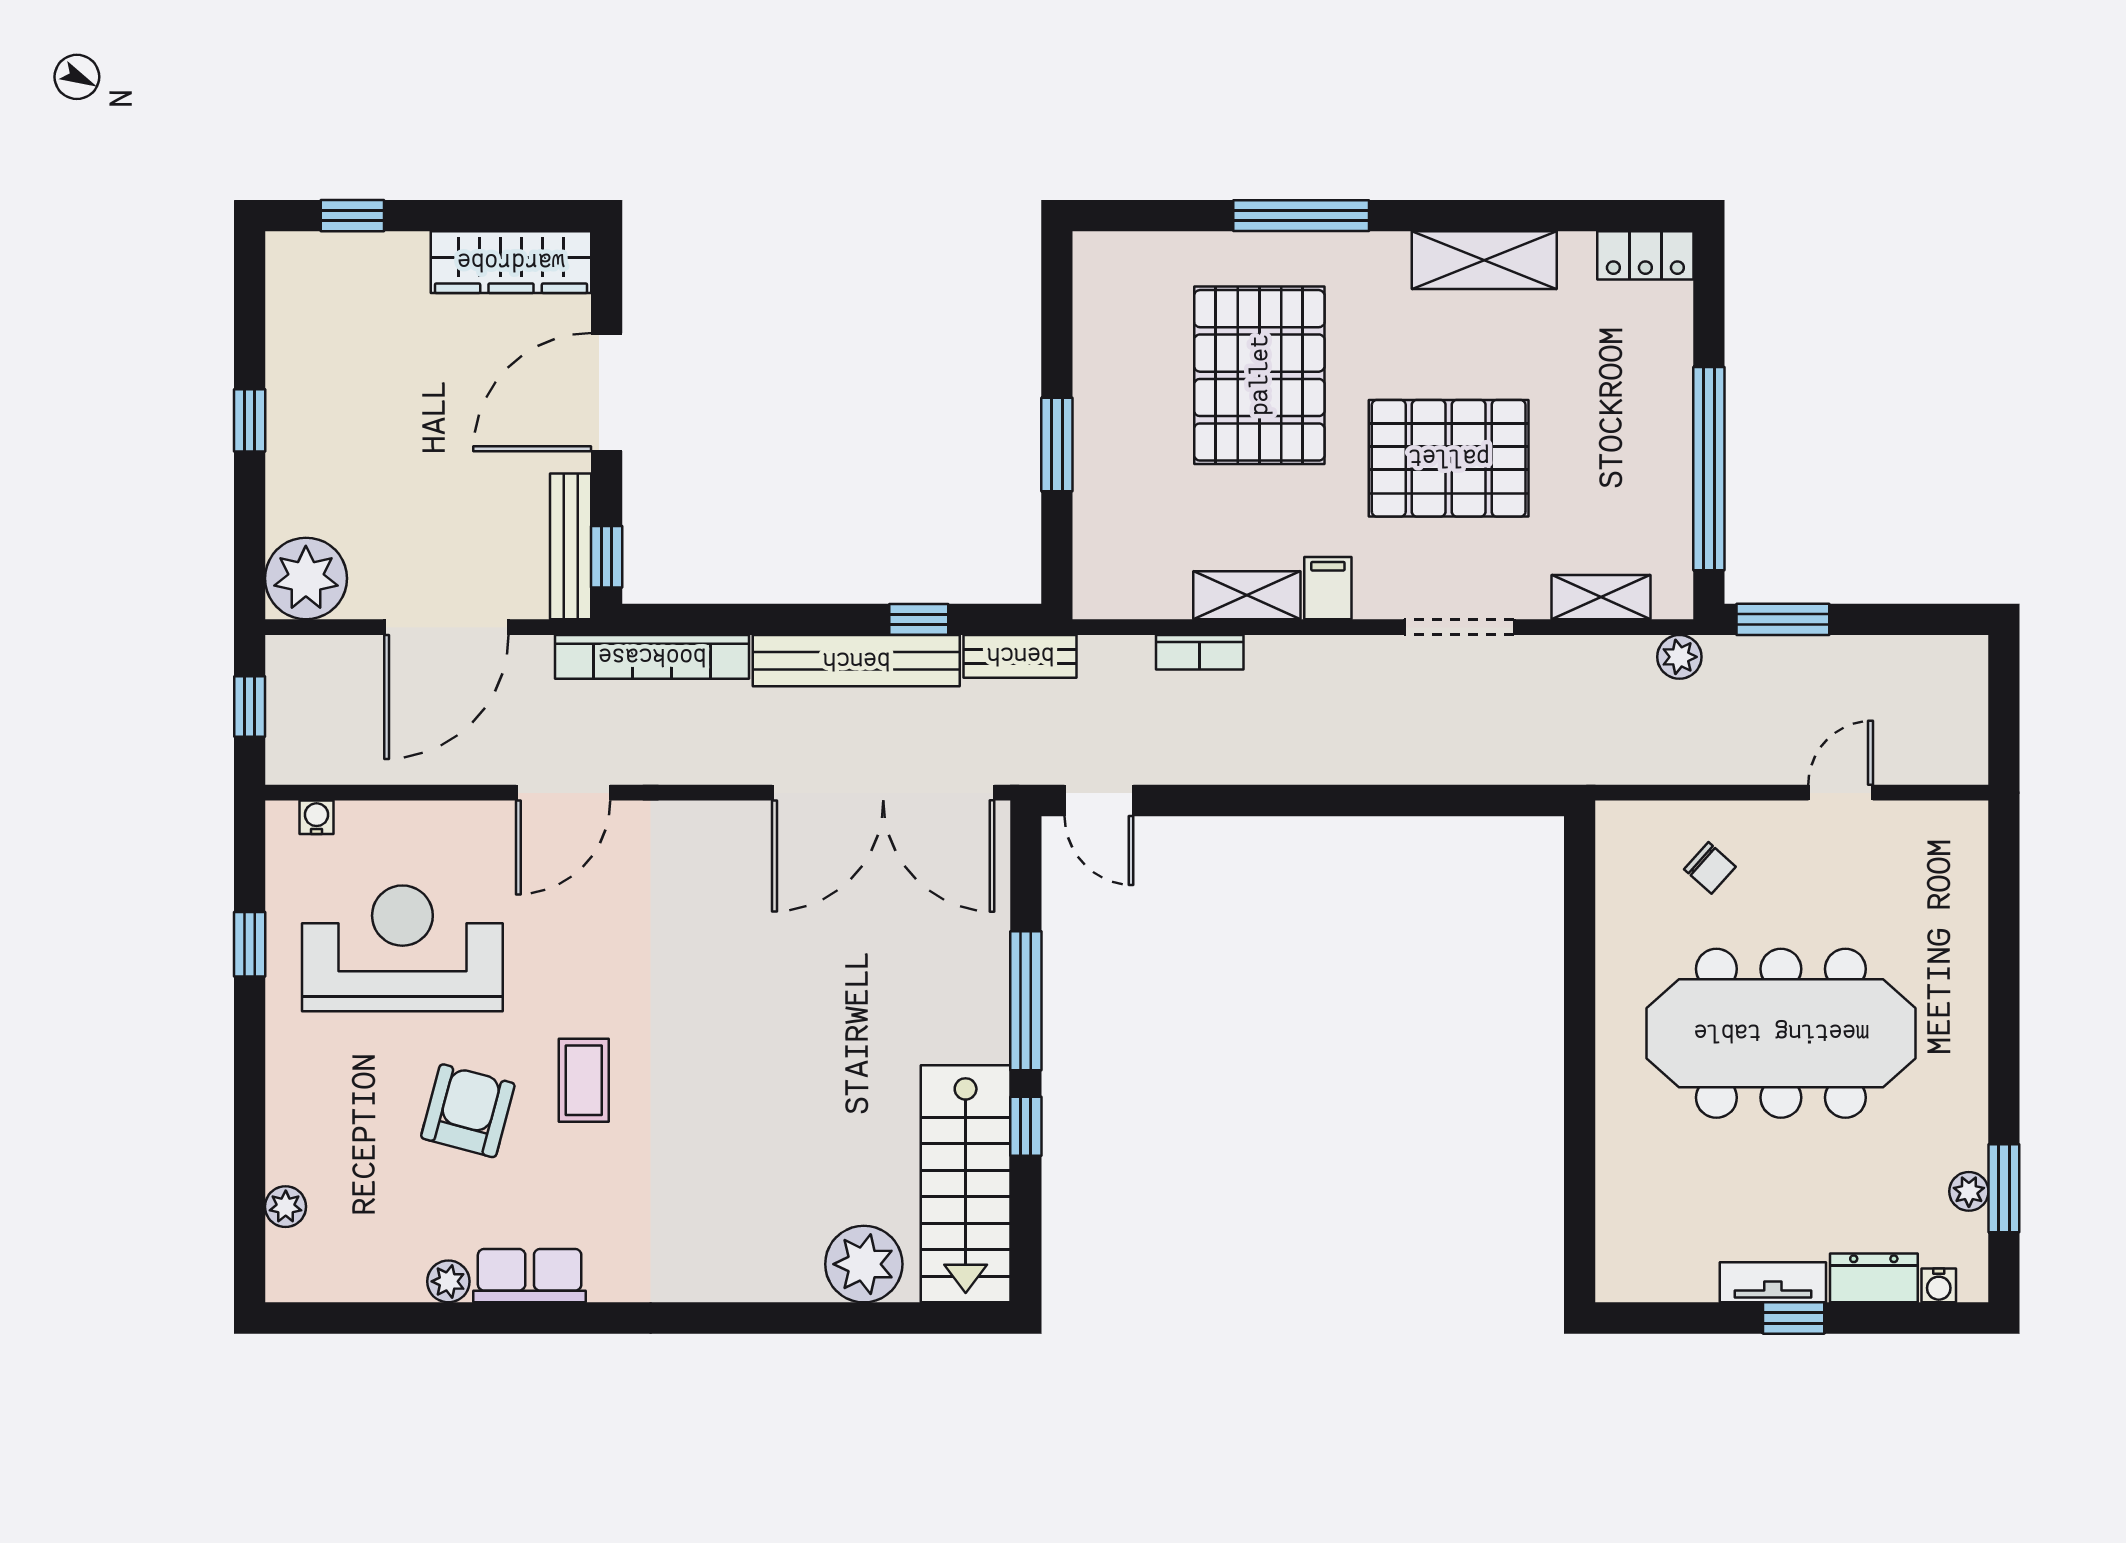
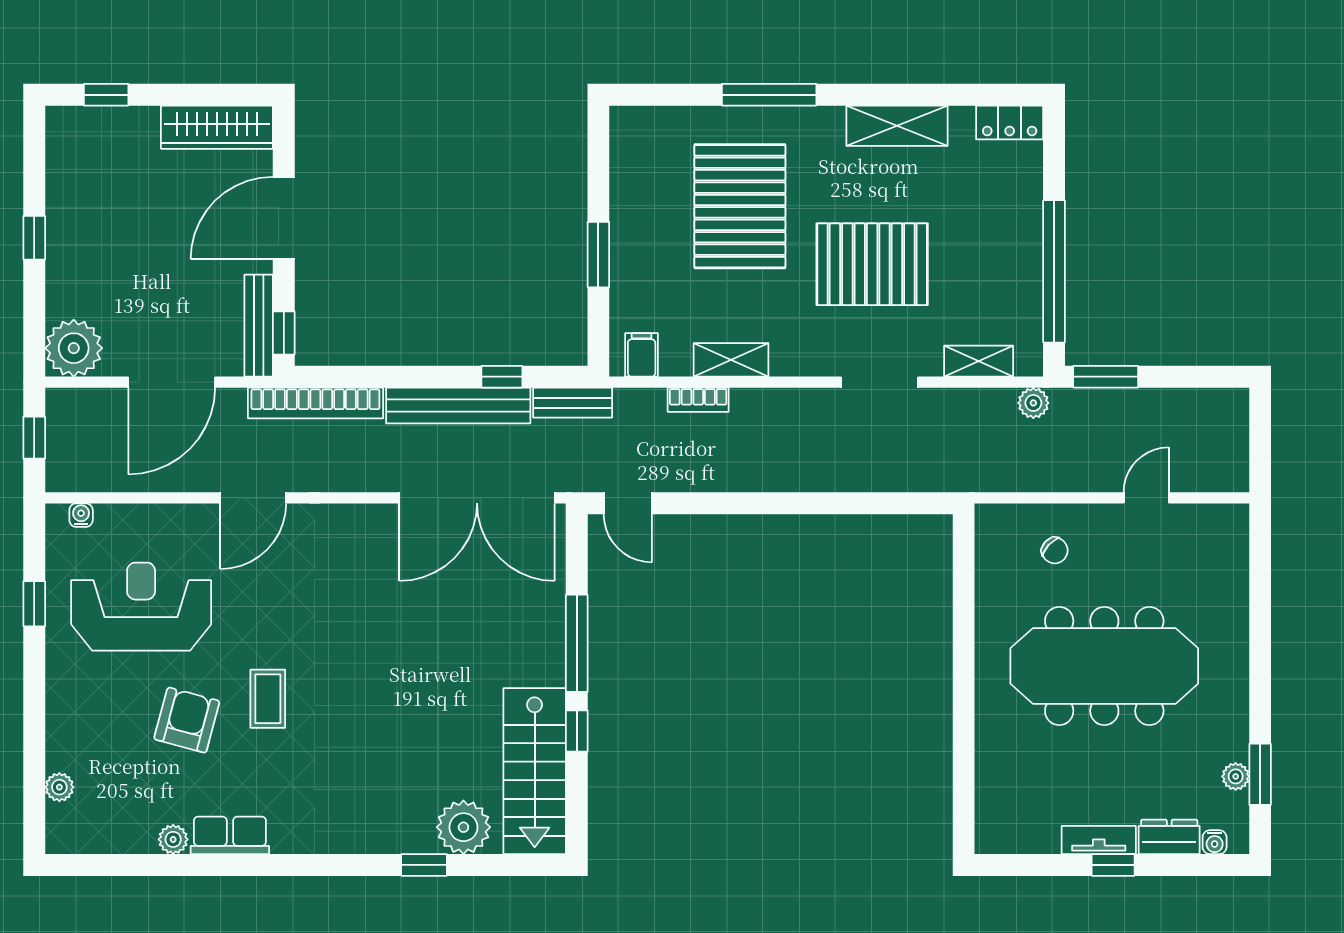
filing cabinet: (1328, 588) -> (642, 355), moved
window: (807, 1318) -> (424, 865), added

